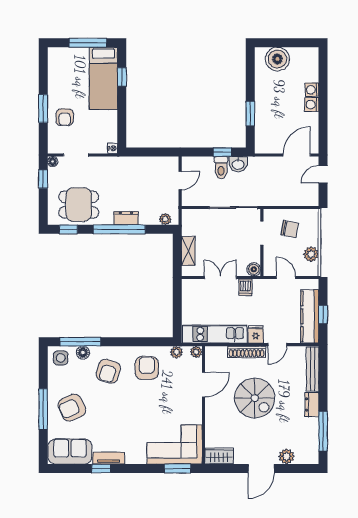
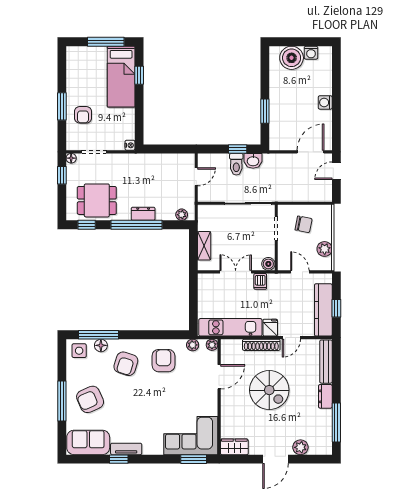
washing machine: (312, 90) -> (311, 53), moved, turned -90

